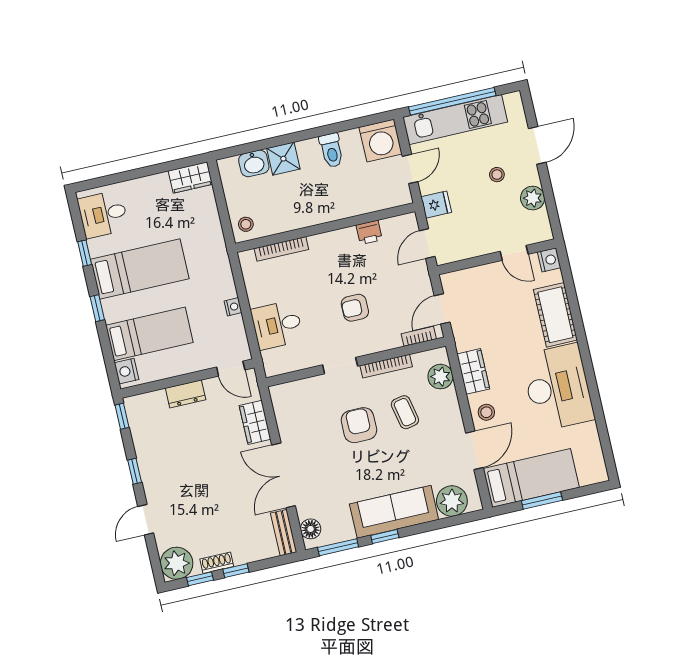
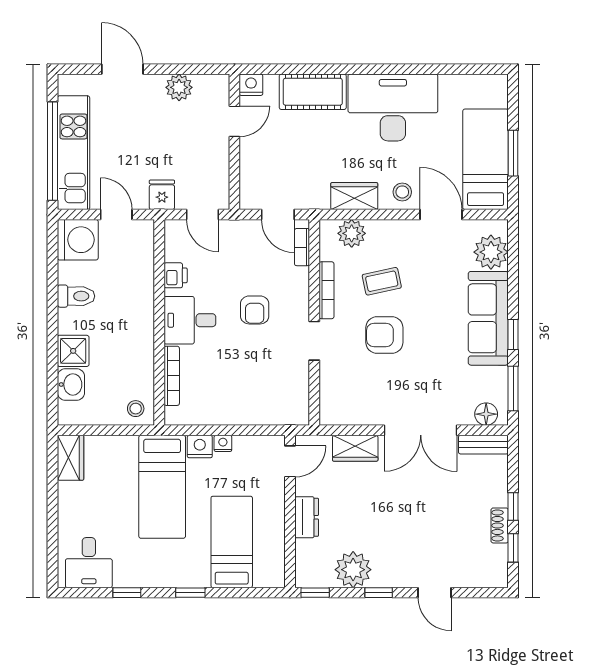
stool: (497, 175) -> (144, 121), removed
bed: (140, 269) -> (162, 487), moved, turned 180
desk: (277, 325) -> (190, 320), moved, turned 90
nightstand: (126, 371) -> (200, 447), moved, turned 180
plant: (177, 563) -> (353, 570), moved

